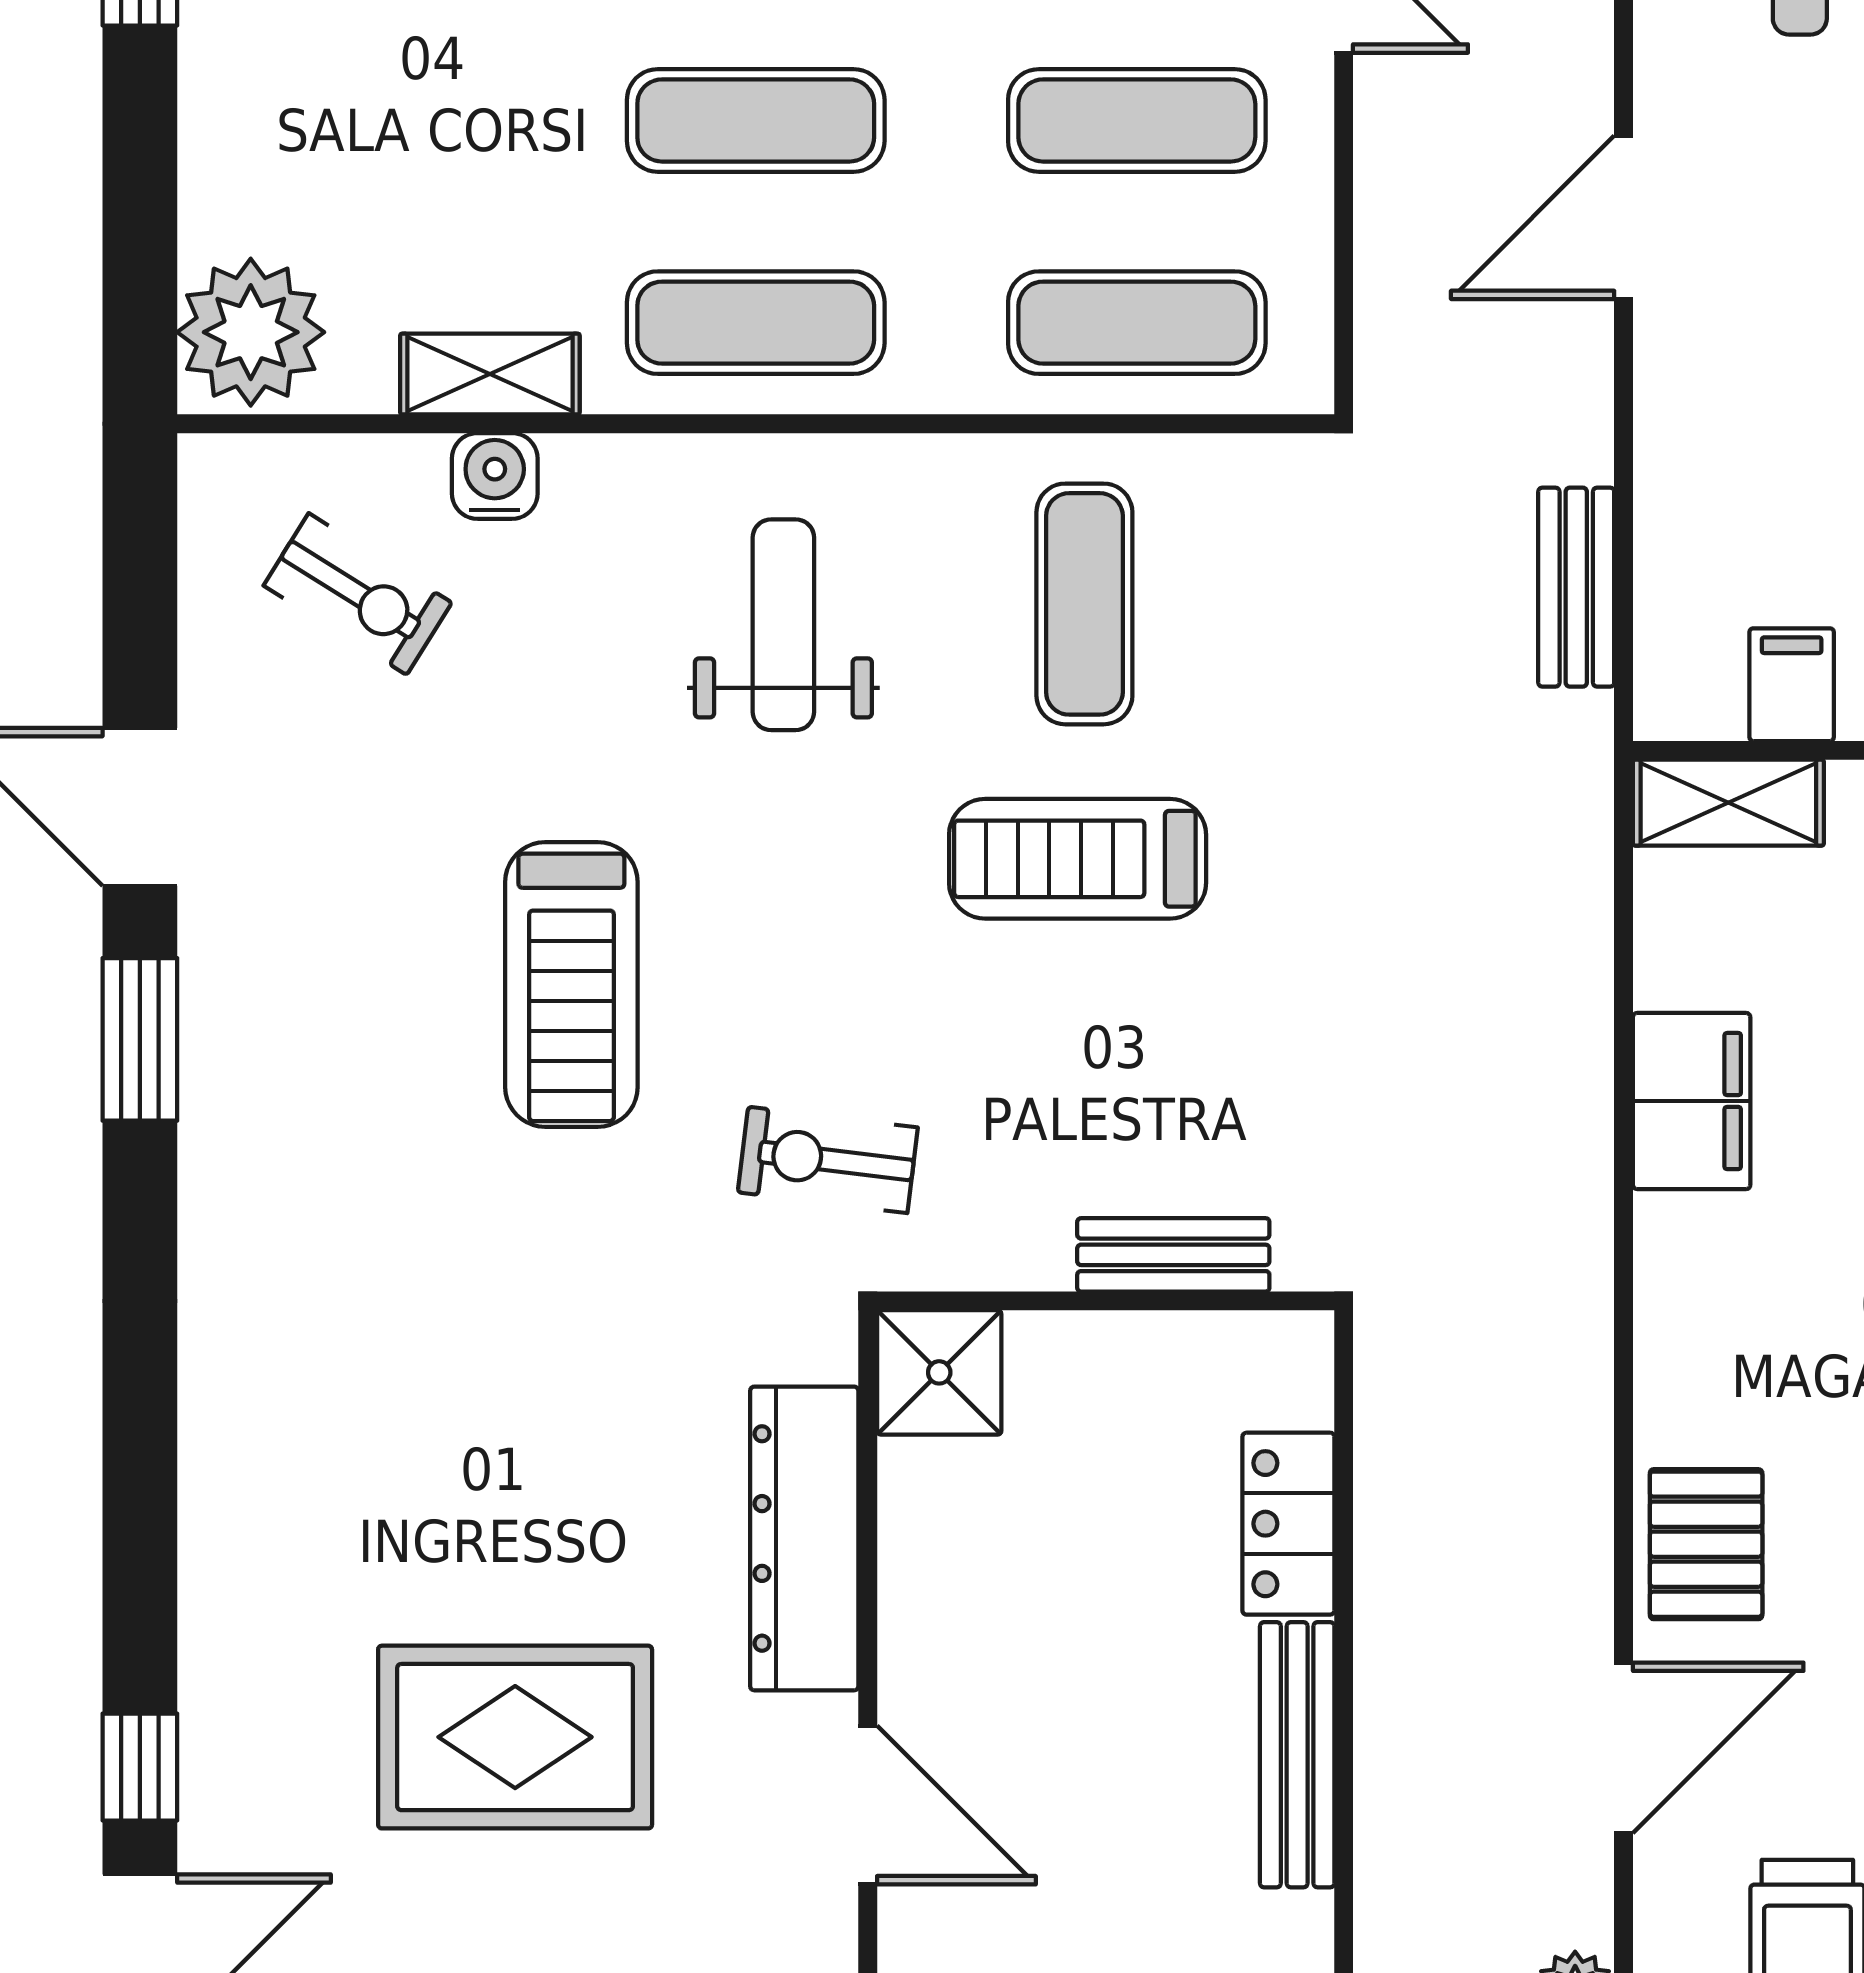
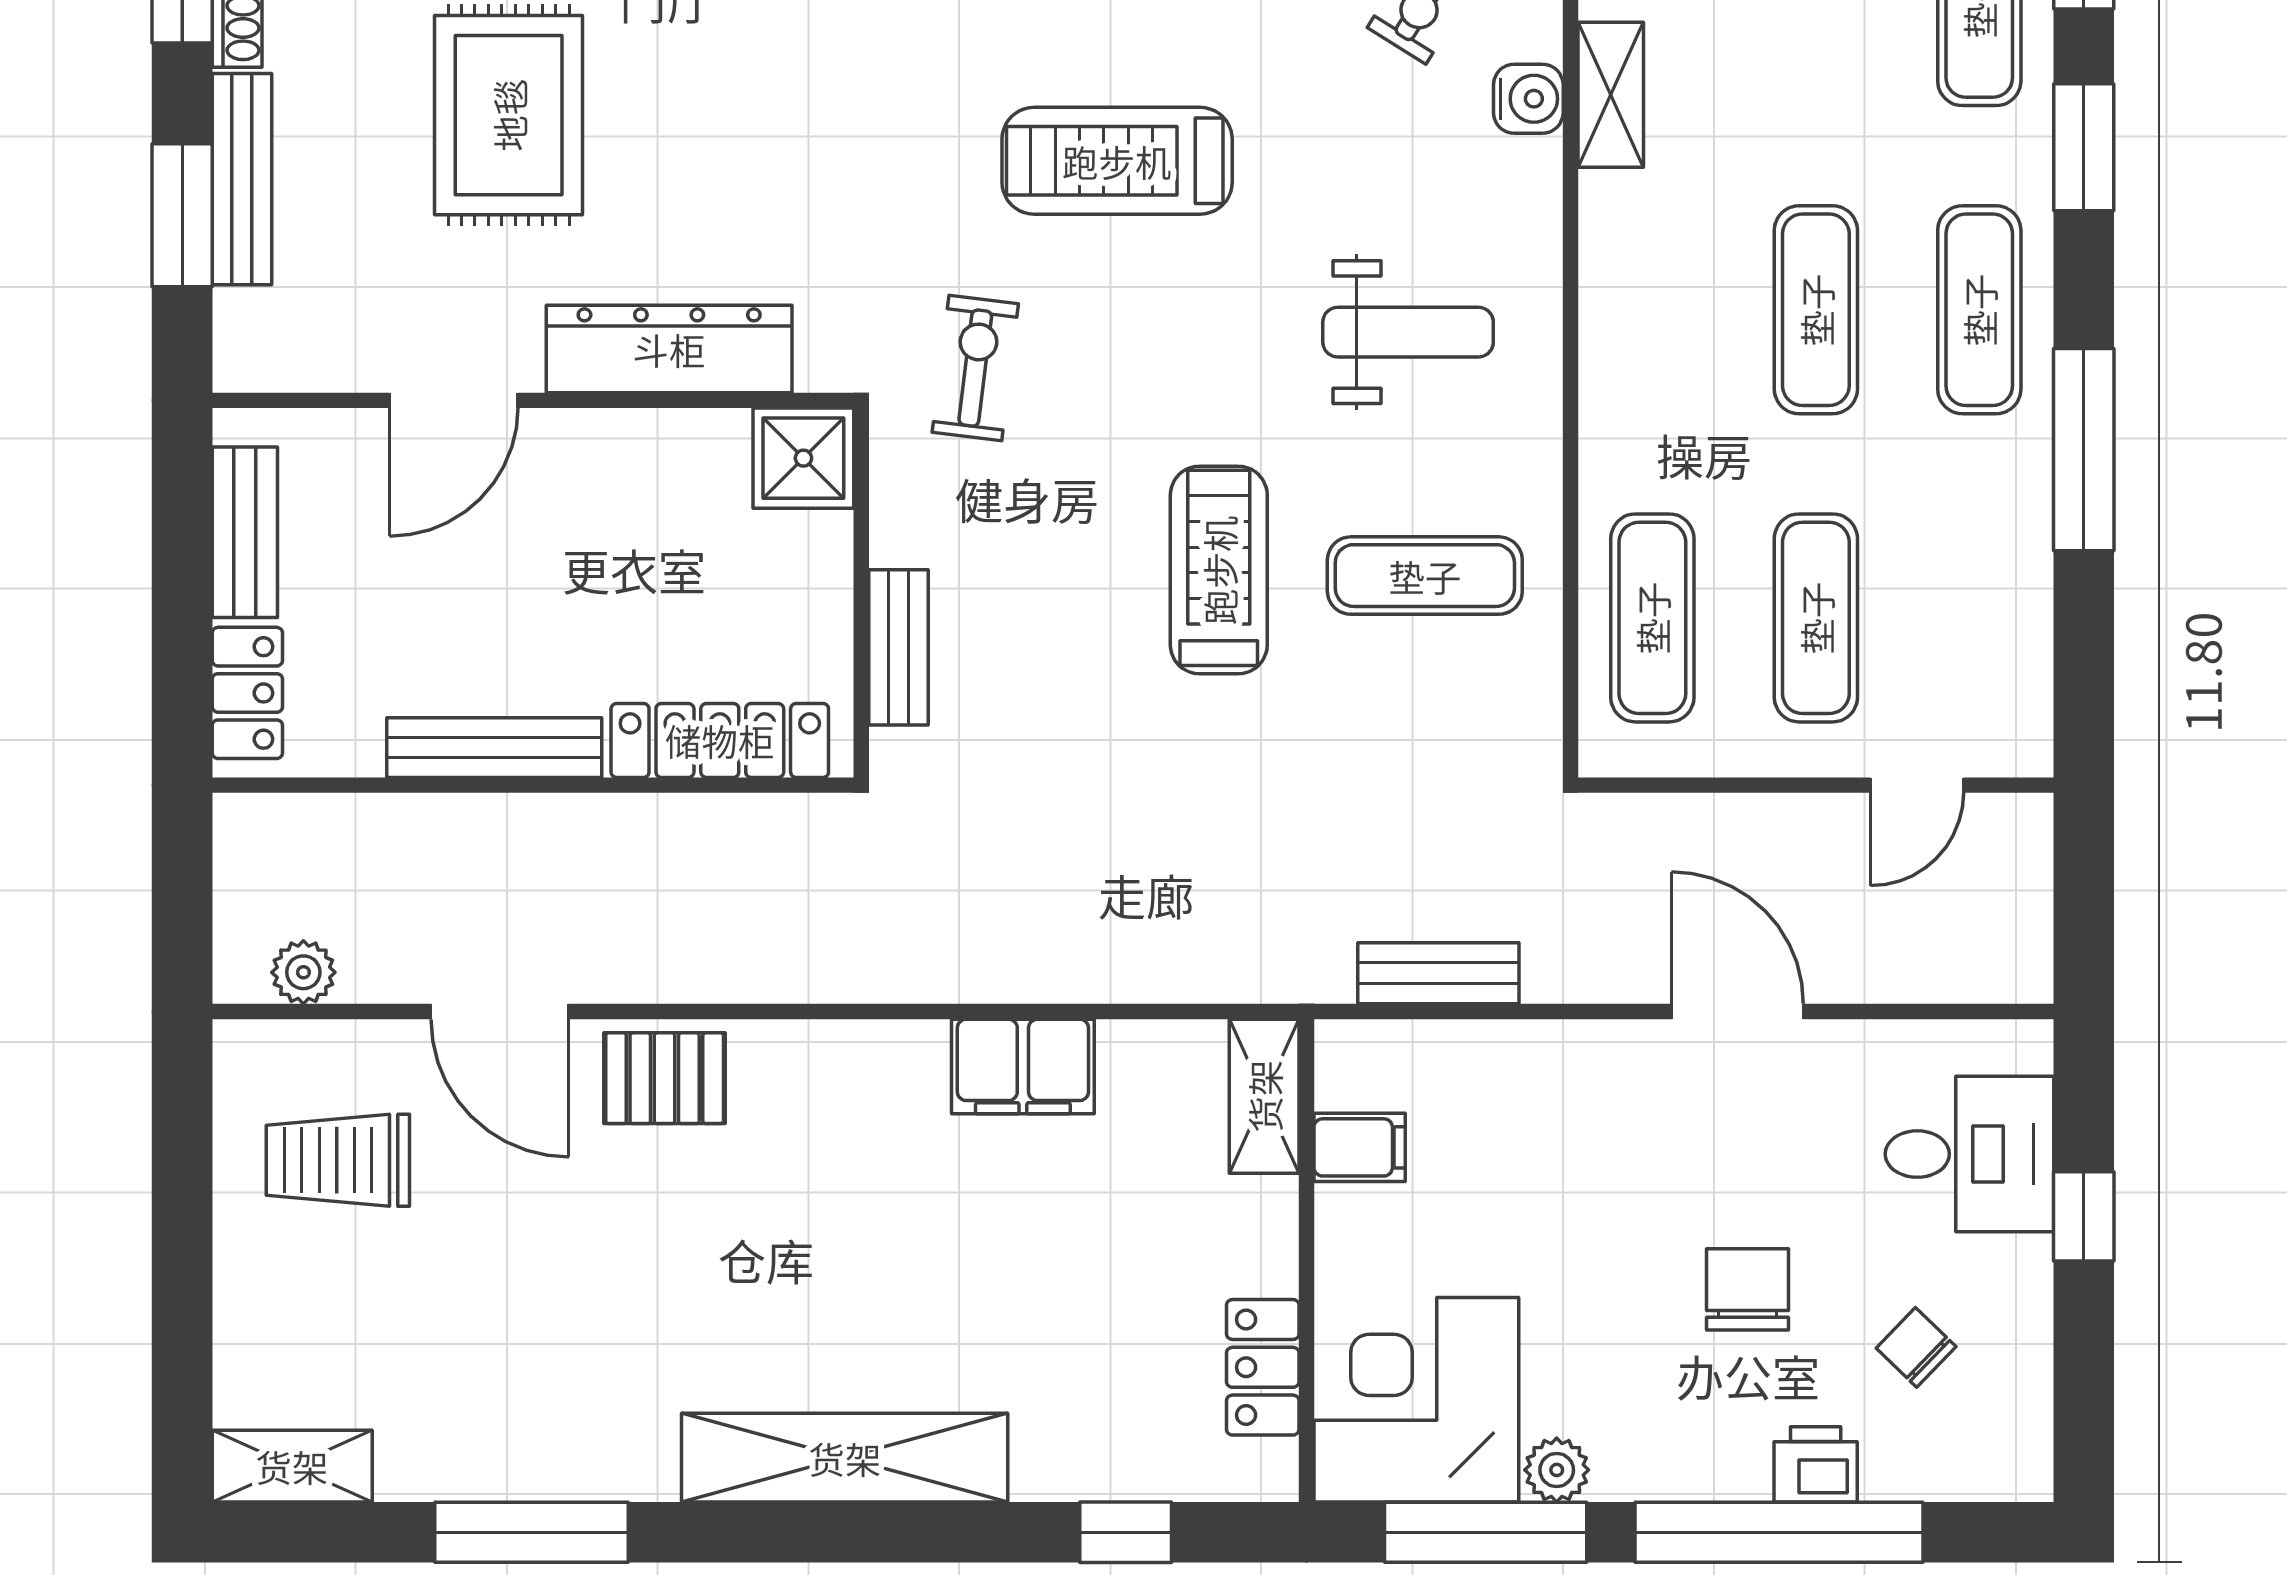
exercise mat: (756, 323) -> (1652, 310), removed
locker: (1288, 1524) -> (720, 740), width x1.53

